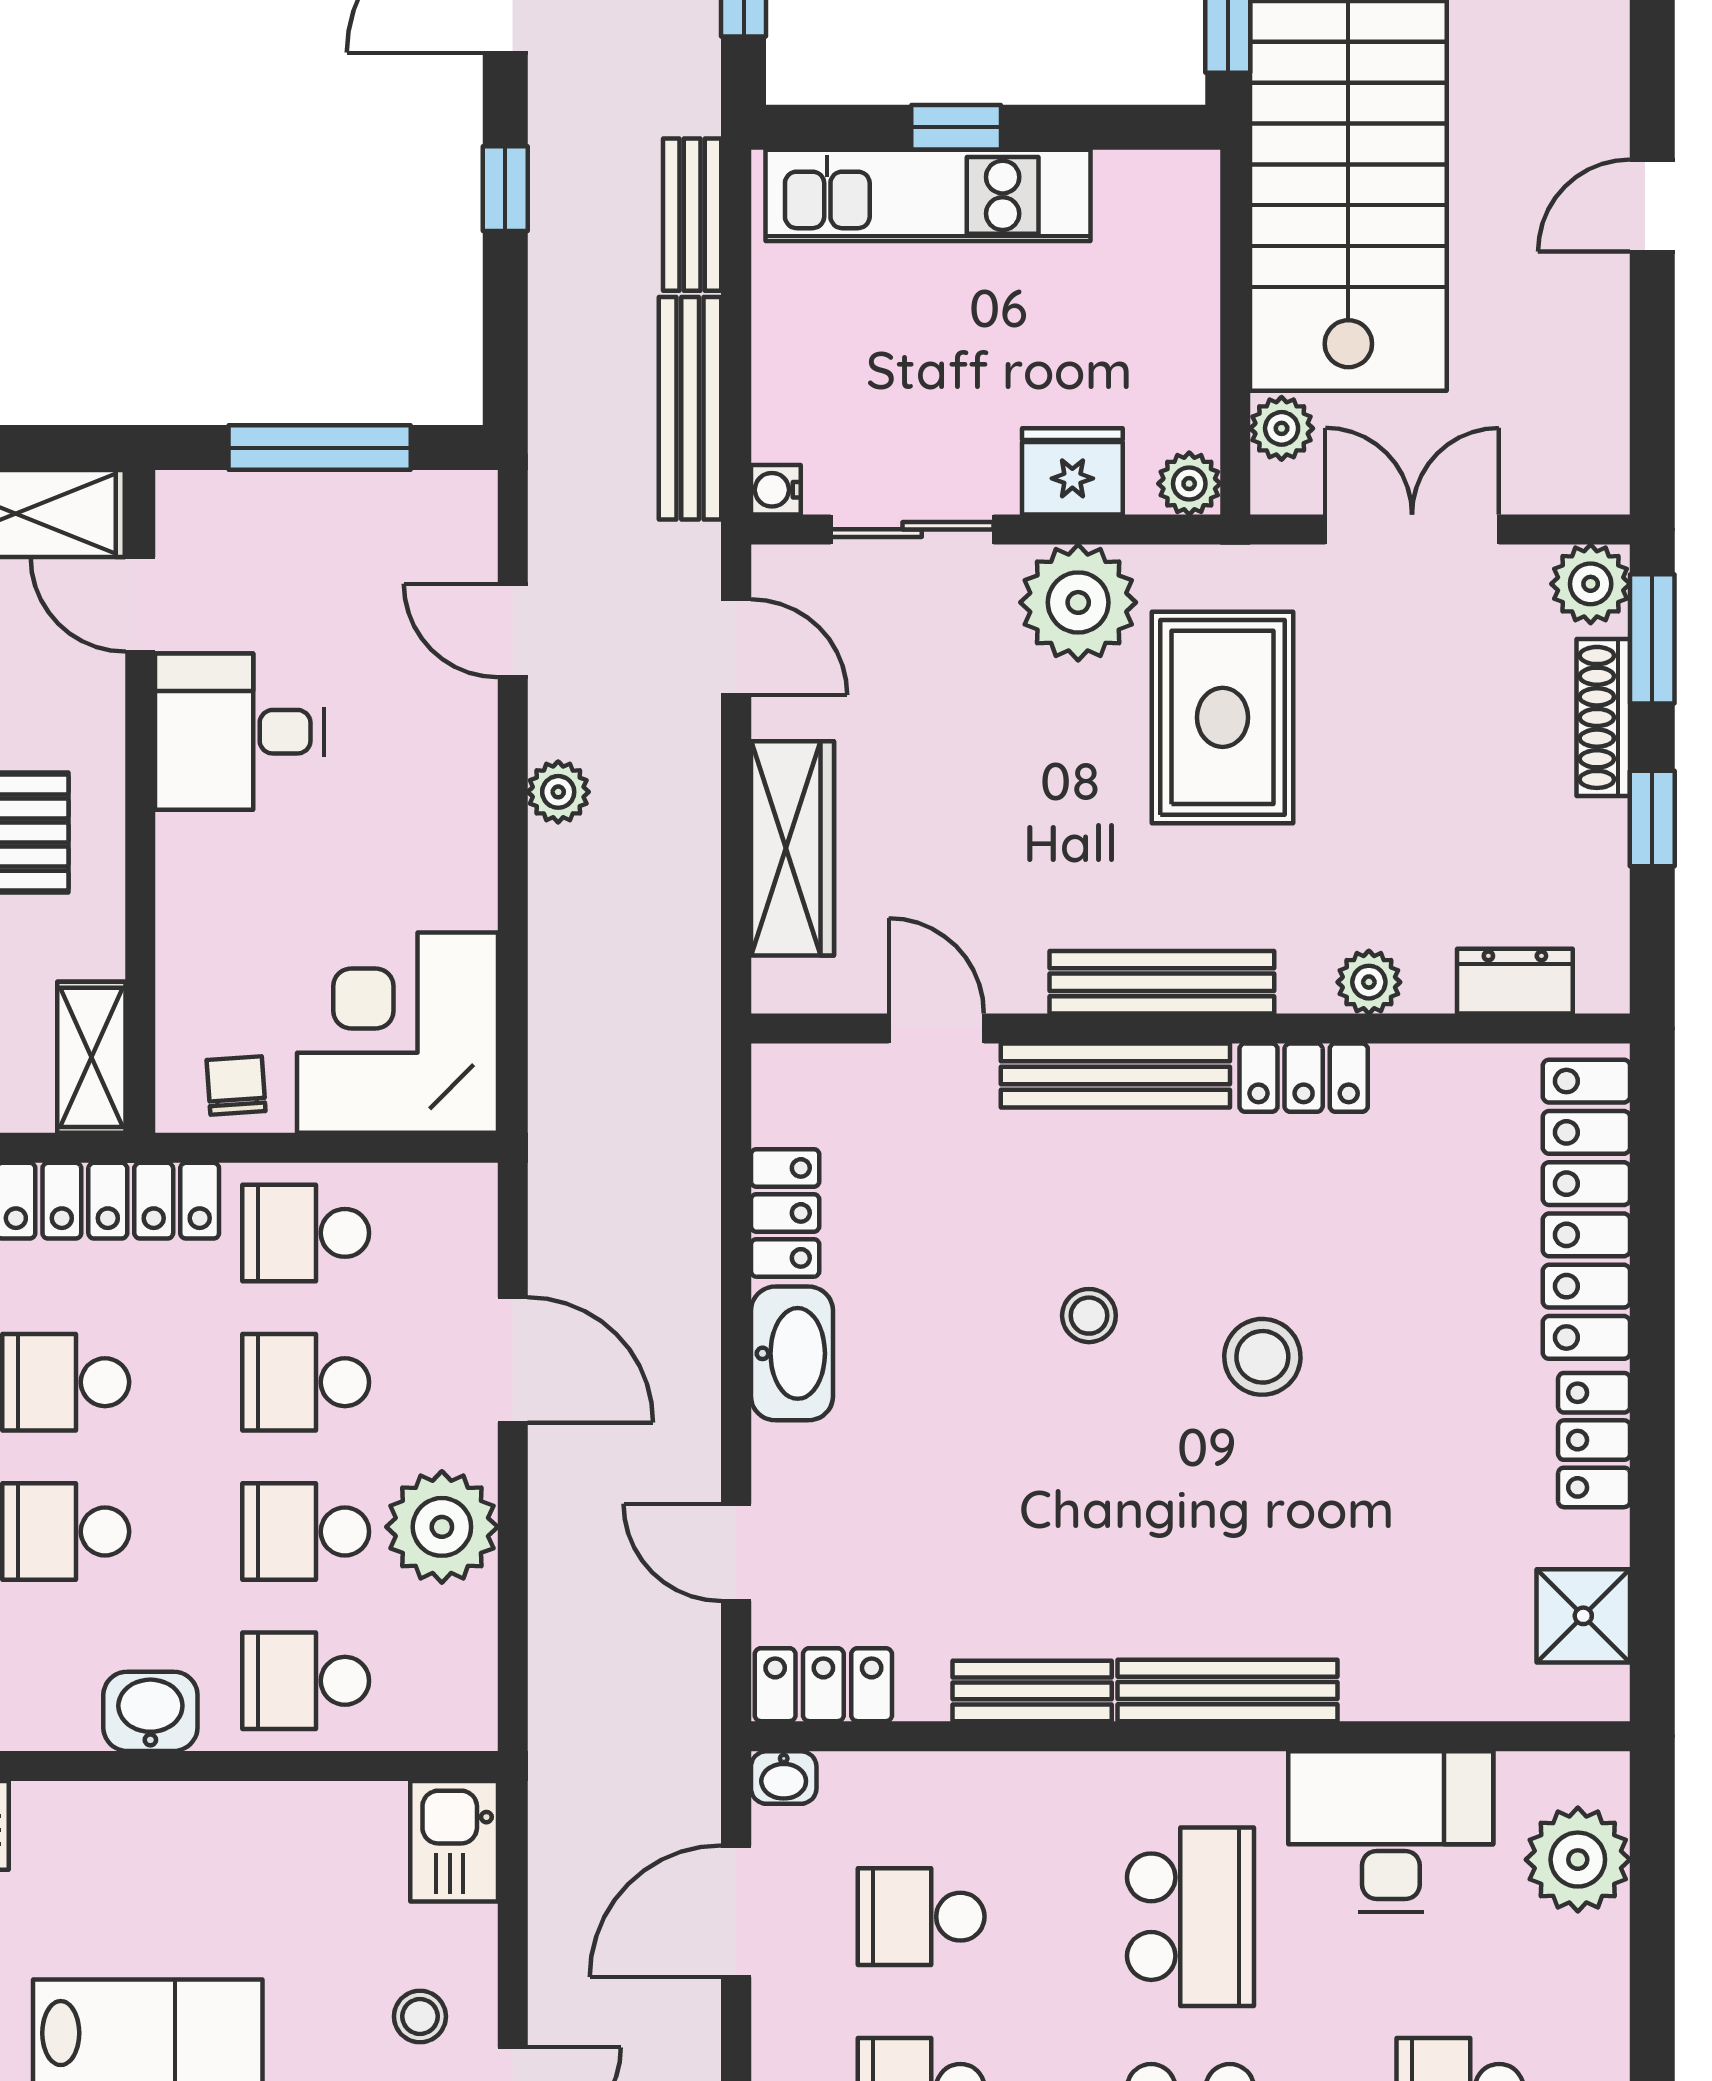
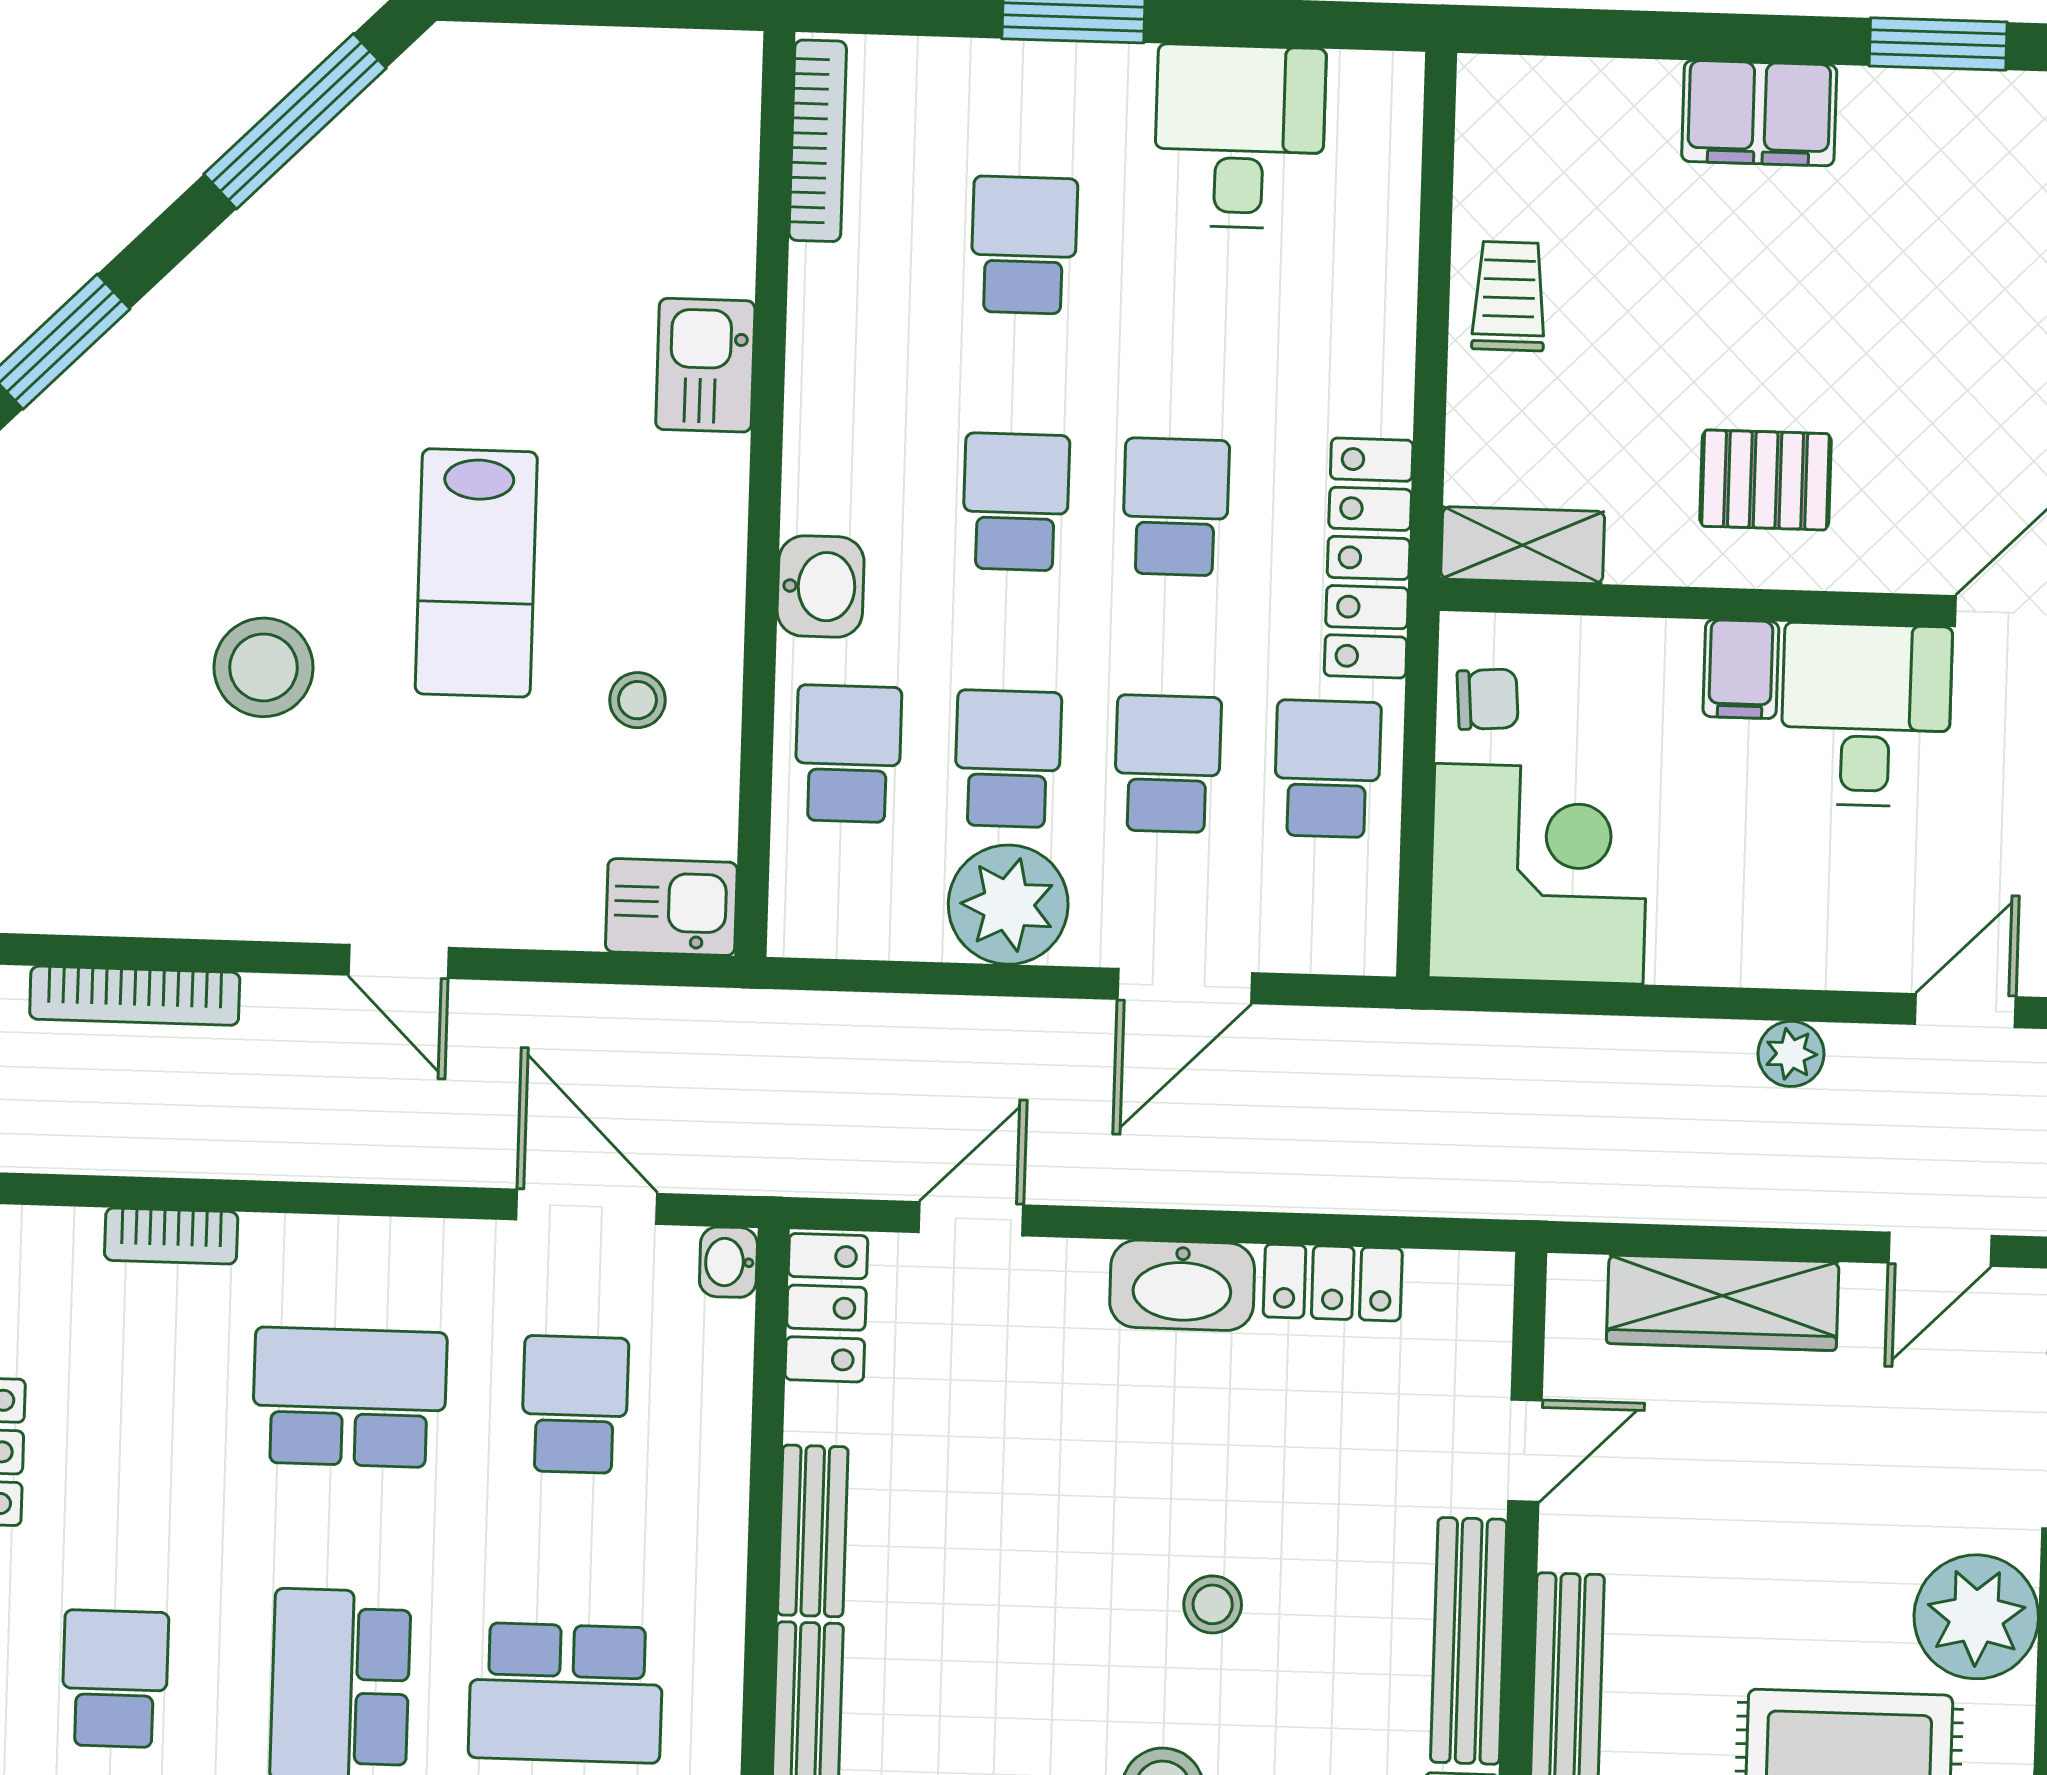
filing cabinet: (201, 850) -> (1741, 669), added
stool: (420, 2016) -> (637, 700), moved

